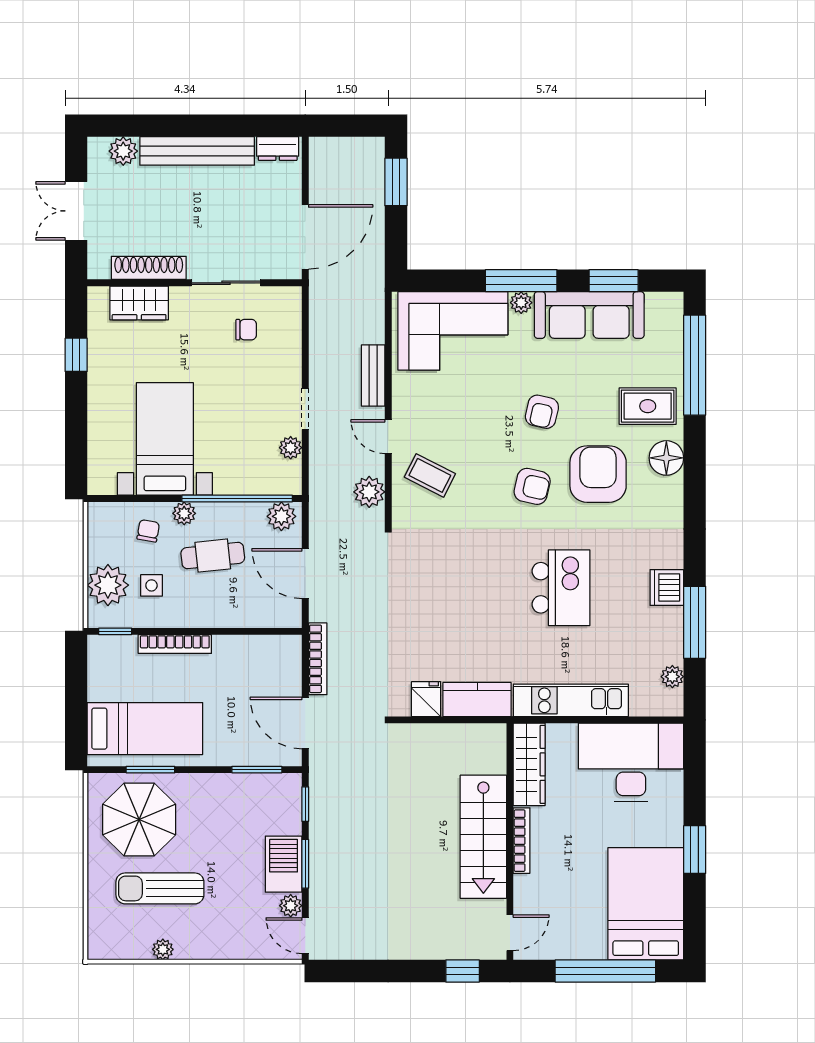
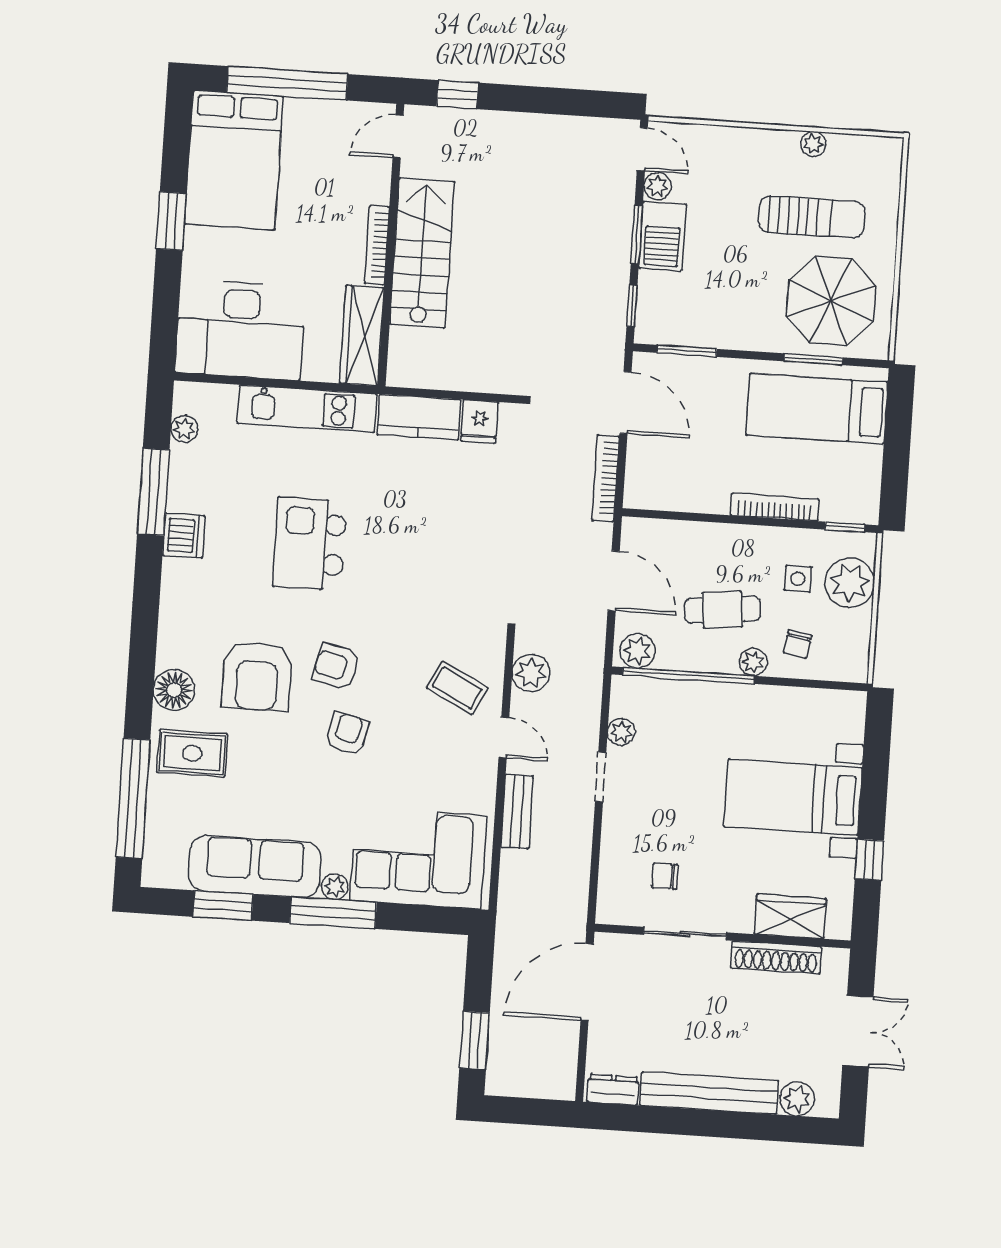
armchair: (542, 412) -> (347, 733), moved
bed with nightstands: (165, 439) -> (793, 797), moved, turned 90

